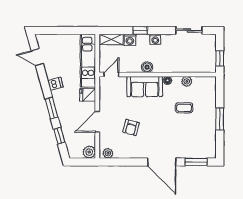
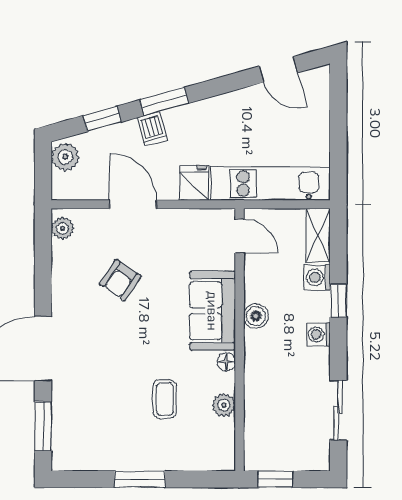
door: (37, 57) -> (278, 69), swing flipped
dishwasher: (55, 84) -> (152, 129), moved
armchair: (131, 128) -> (120, 280), turned -71
plant: (89, 152) -> (65, 157), moved

